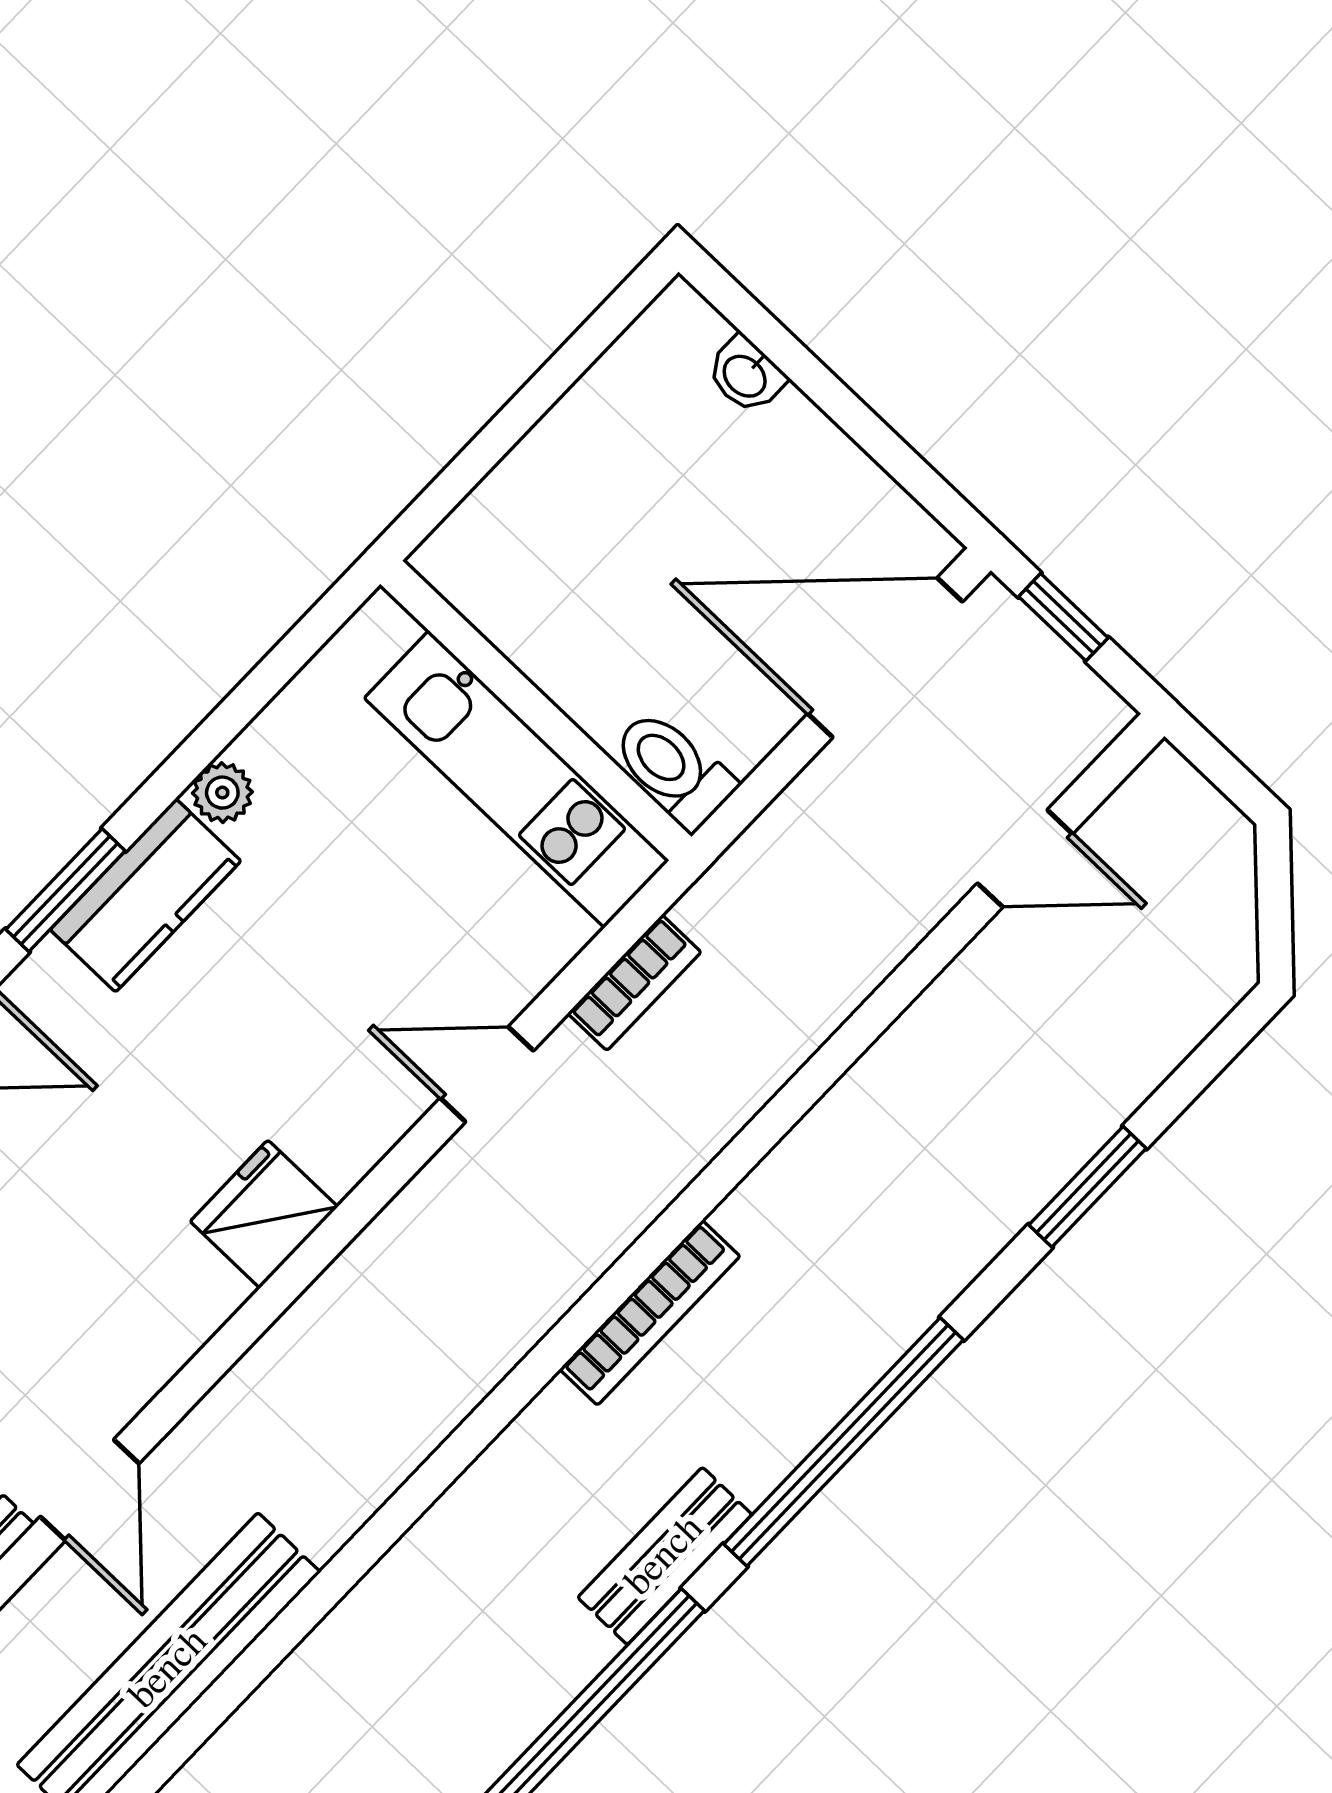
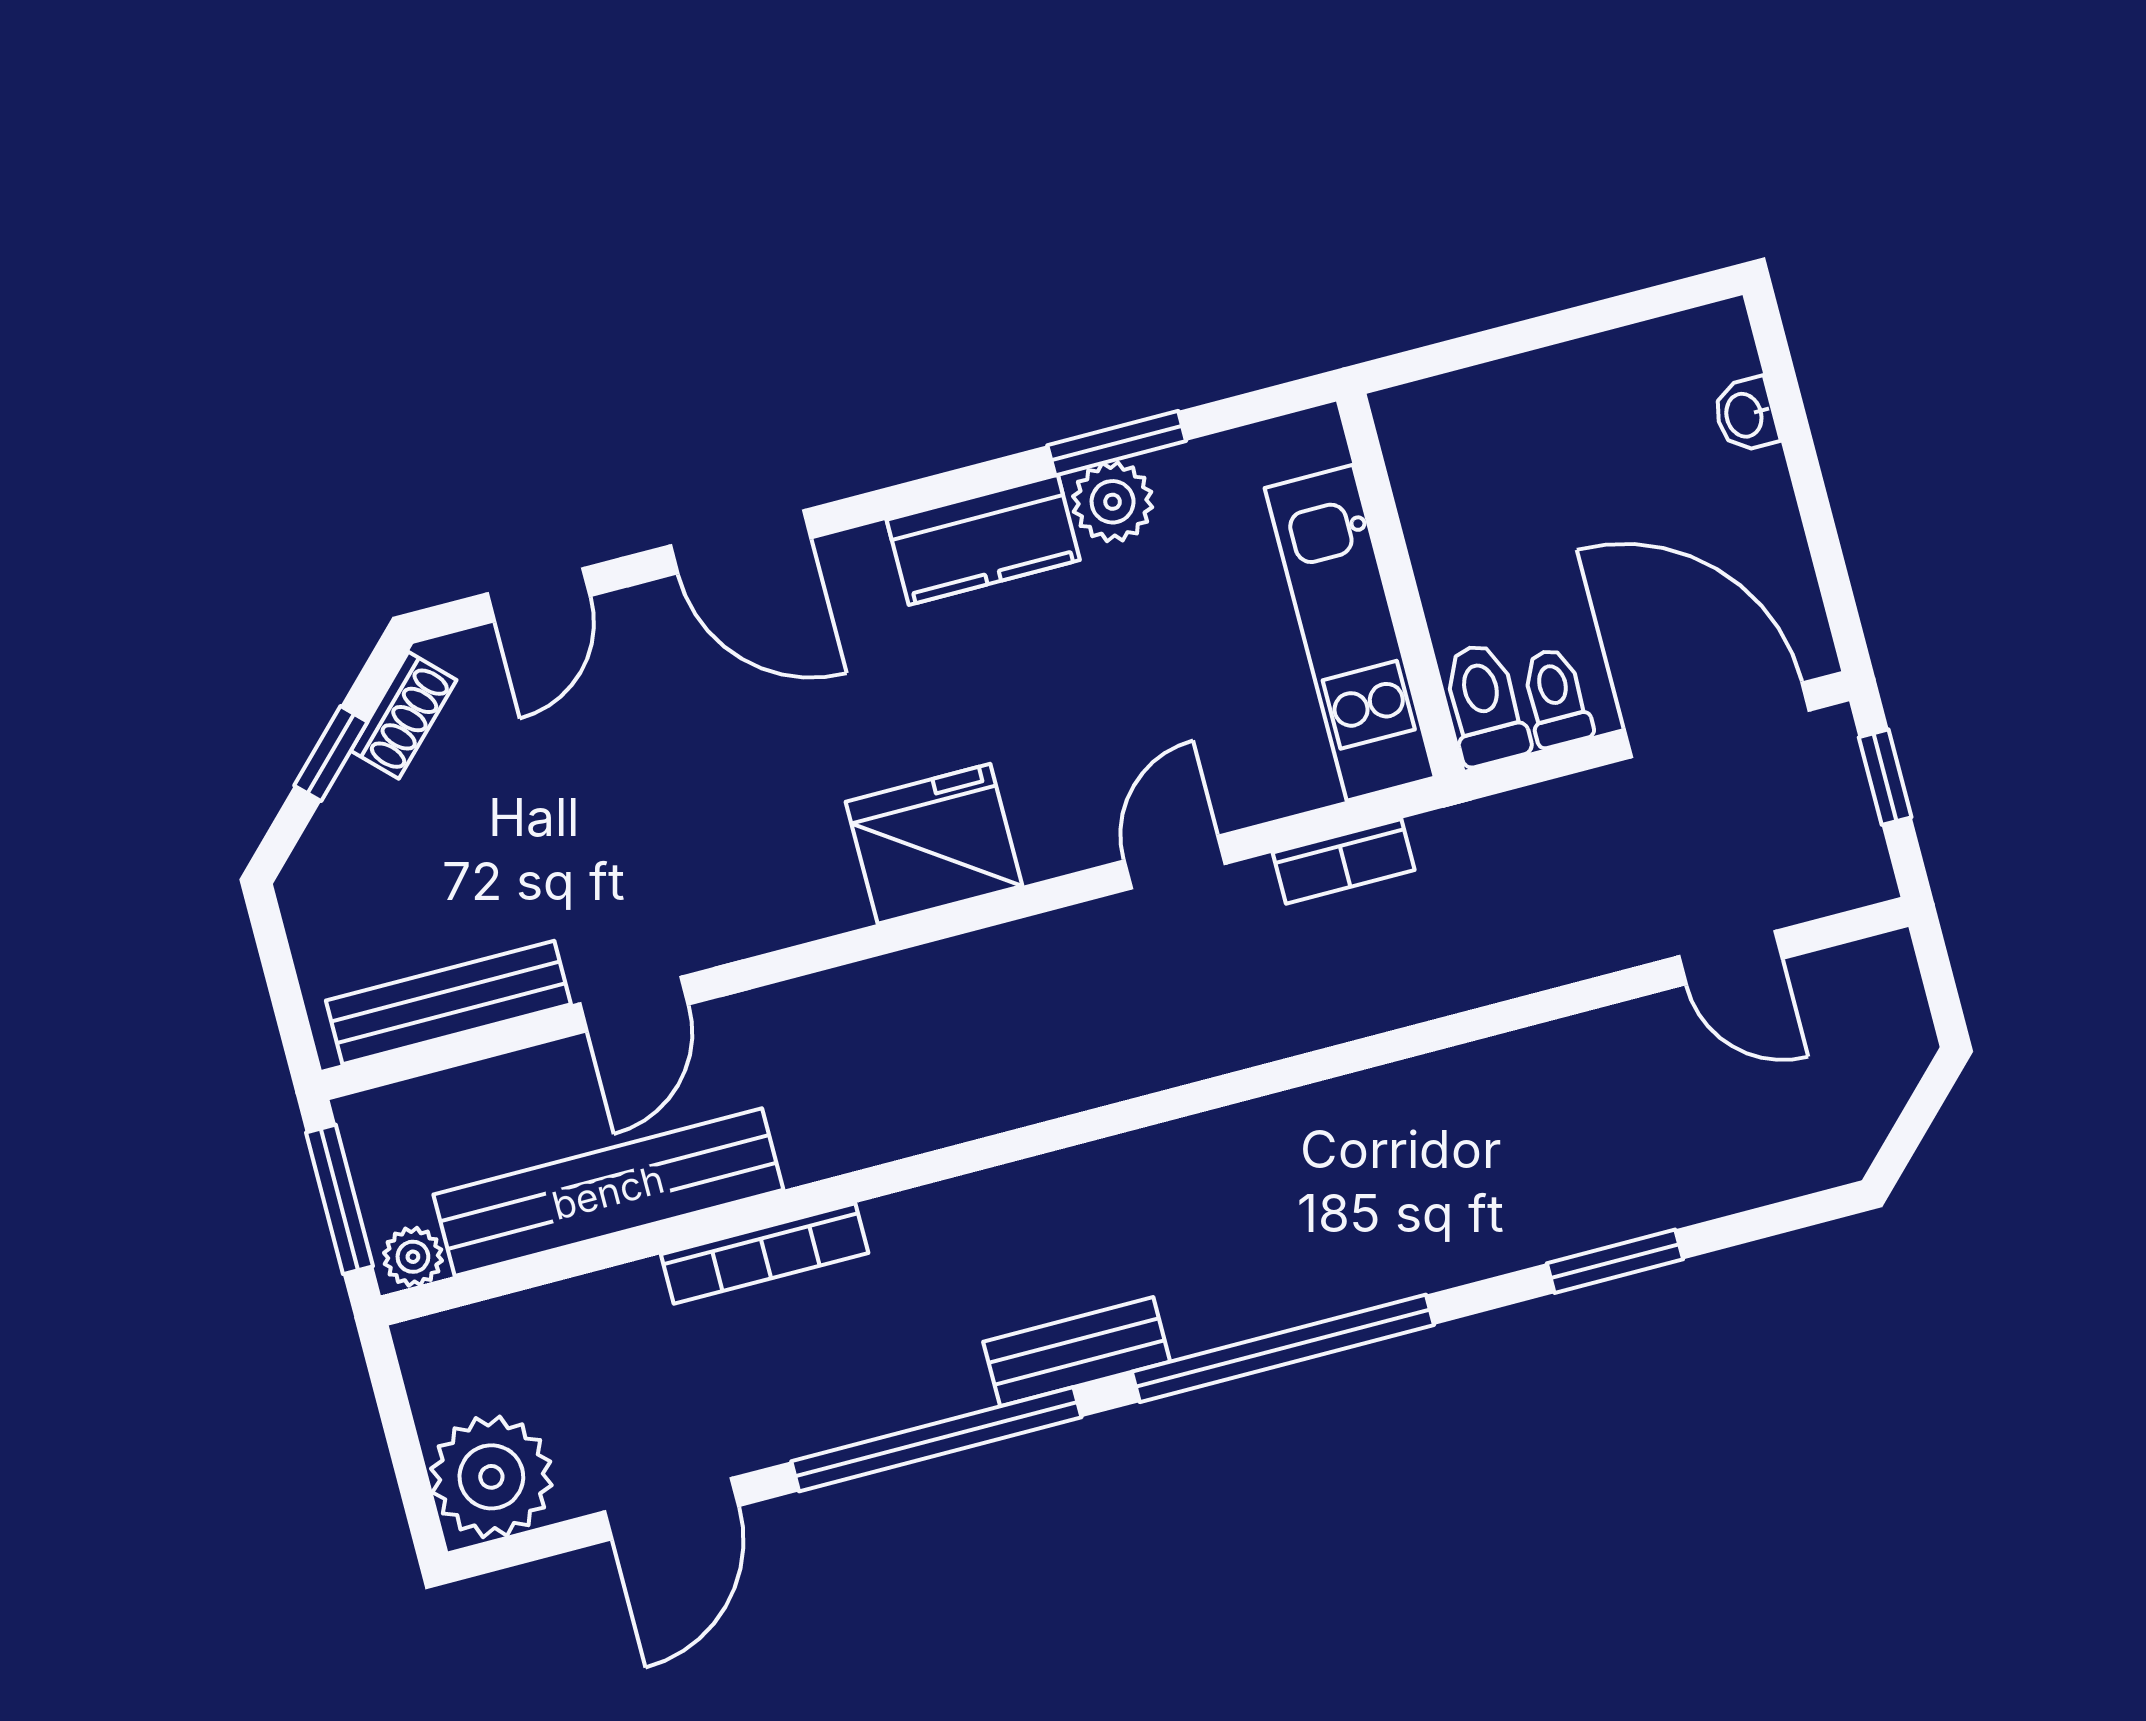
toilet: (732, 725) -> (1556, 697), added
plant: (222, 793) -> (1113, 502), width x1.38, depth x1.38
window: (65, 890) -> (1117, 443), moved
door: (487, 1074) -> (1175, 862), hinge flipped
fridge: (264, 1214) -> (934, 844), width x1.36, depth x1.34
bookcase: (650, 1313) -> (765, 1254), moved

